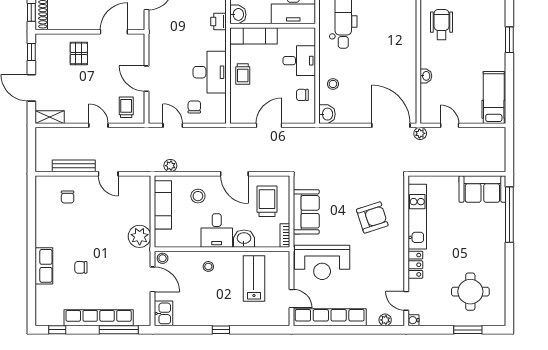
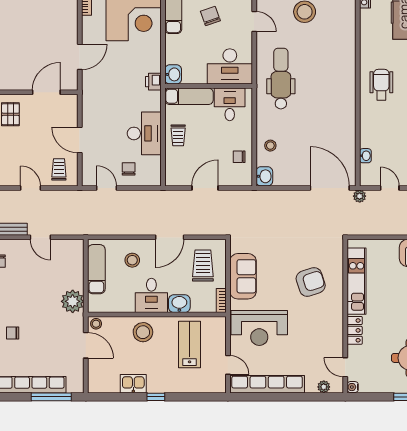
desk: (299, 61) -> (230, 104), moved, turned -90
washbasin: (426, 76) -> (365, 156), moved
plant: (170, 166) -> (104, 229), removed
door: (234, 174) -> (170, 237), hinge flipped
stool: (208, 266) -> (143, 332), width x1.89, depth x1.89
kitchen sink: (163, 313) -> (133, 384), moved, turned -90

